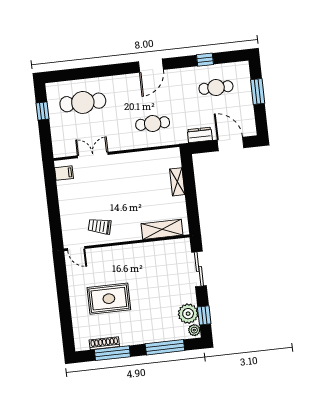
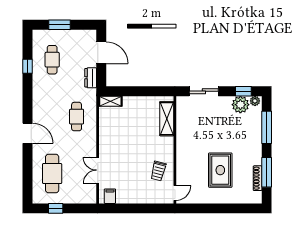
door: (151, 66) -> (28, 133), moved
door: (230, 144) -> (101, 53), swing flipped
shelving: (177, 182) -> (110, 101), moved

